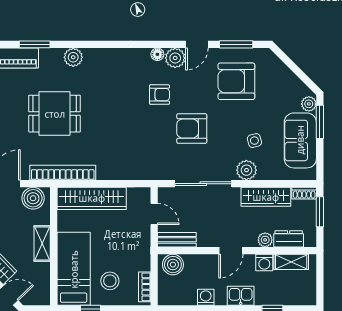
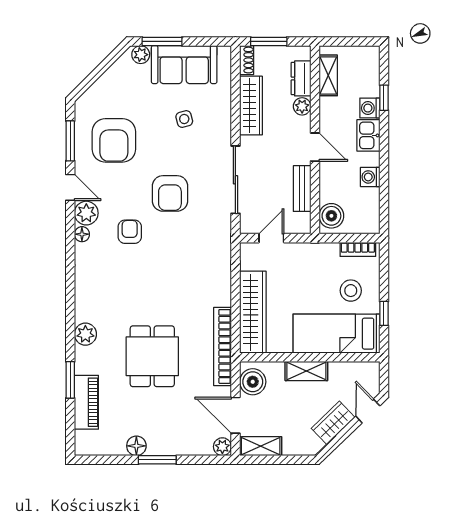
plant: (246, 170) -> (219, 128), removed
bench: (177, 240) -> (302, 189), moved
washing machine: (264, 263) -> (370, 108), moved, turned 180

